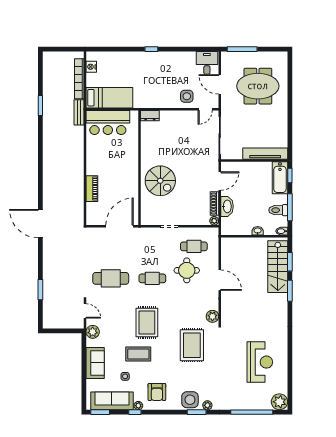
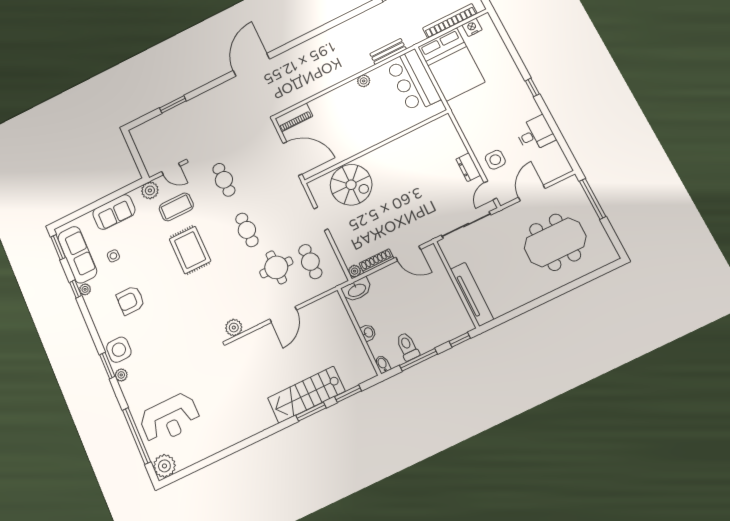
desk: (207, 63) -> (535, 134), moved
meeting table: (258, 86) -> (555, 242), turned 90
bed: (109, 98) -> (451, 64), width x1.50
door: (205, 109) -> (490, 190), hinge flipped
bench: (79, 112) -> (388, 51), moved
dresser: (150, 116) -> (468, 167), moved
plant: (91, 154) -> (364, 81), added
bathtub: (280, 178) -> (450, 328), removed
spiral stairs: (160, 181) -> (351, 185), moved, turned -90
piano: (92, 189) -> (294, 117), moved
washbasin: (227, 206) -> (357, 290), moved
stairs: (278, 267) -> (306, 395), moved
cafe table: (111, 278) -> (224, 180), width x0.73, depth x0.74
door: (85, 311) -> (171, 169), hinge flipped
rug: (147, 322) -> (190, 250), turned 90
rug: (192, 345) -> (187, 319), removed
coffee table: (138, 354) -> (176, 207), moved, turned 90
reception desk: (260, 362) -> (170, 419), moved
armchair: (157, 392) -> (130, 300), moved

